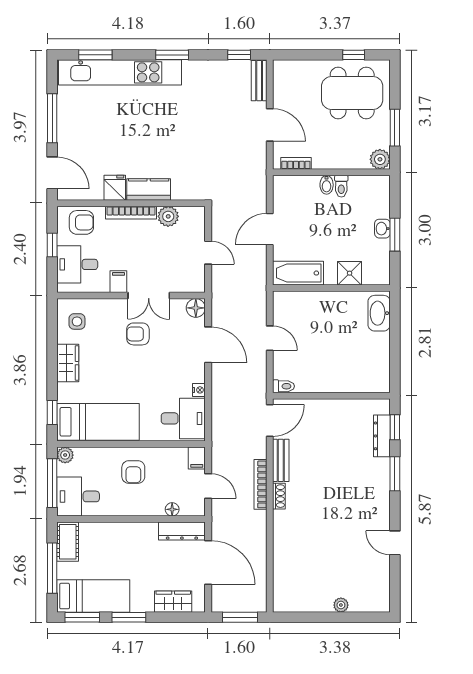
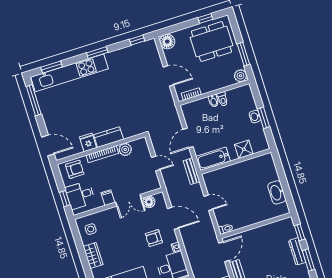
floor lamp: (285, 72) -> (167, 41), added
bench: (259, 81) -> (192, 171), moved
window: (52, 118) -> (34, 100), moved
window: (52, 245) -> (65, 199), moved
floor lamp: (196, 308) -> (149, 202), moved
washbasin: (379, 313) -> (277, 192), moved
armchair: (138, 334) -> (154, 238), moved
dresser: (382, 436) -> (297, 251), moved

